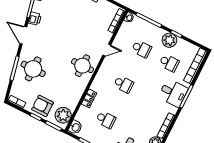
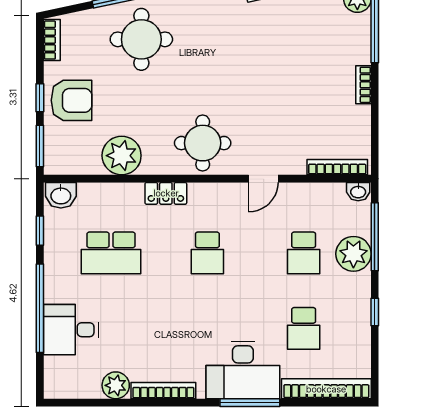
plant: (169, 40) -> (353, 254), moved
door: (107, 50) -> (263, 179), hinge flipped
desk: (173, 93) -> (243, 370), width x1.37
locker: (89, 98) -> (166, 193), moved
armchair: (43, 106) -> (71, 100), turned 90
plant: (63, 115) -> (122, 156), moved
school desk: (106, 120) -> (111, 253), width x1.85

